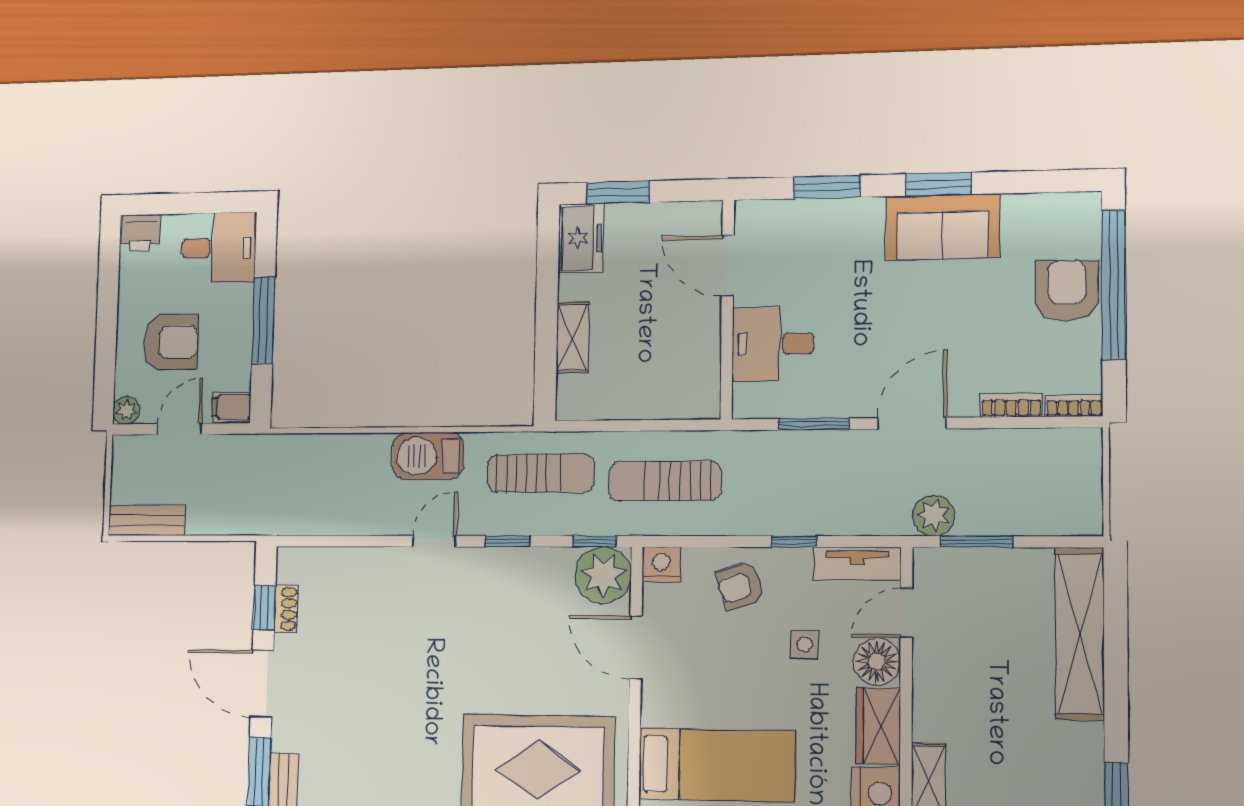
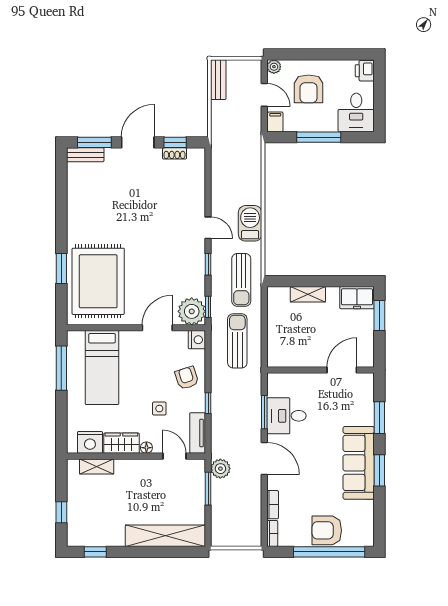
sofa: (943, 227) -> (359, 463), width x1.36
armchair: (1067, 291) -> (327, 530), turned 180
desk: (773, 344) -> (287, 416), moved, turned -90
floor lamp: (877, 661) -> (146, 448), width x0.53, depth x0.53

